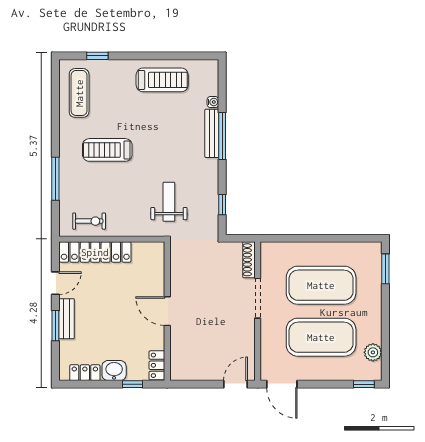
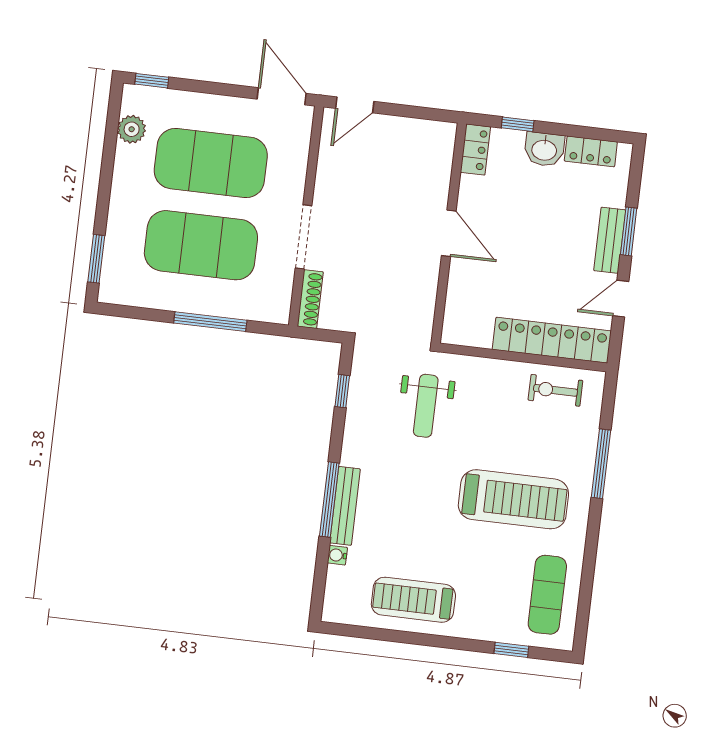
treadmill: (107, 150) -> (513, 499), width x1.37, depth x1.38
window: (309, 238) -> (210, 322), added

